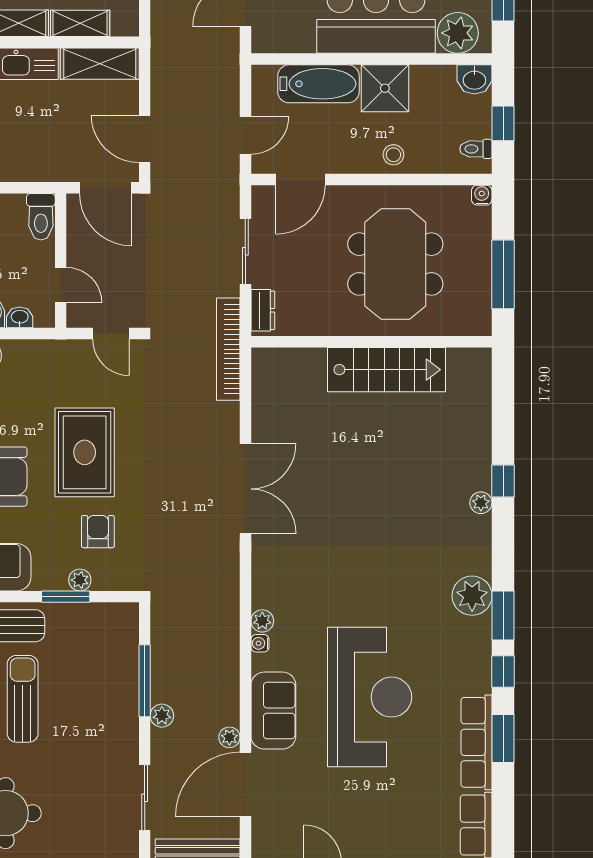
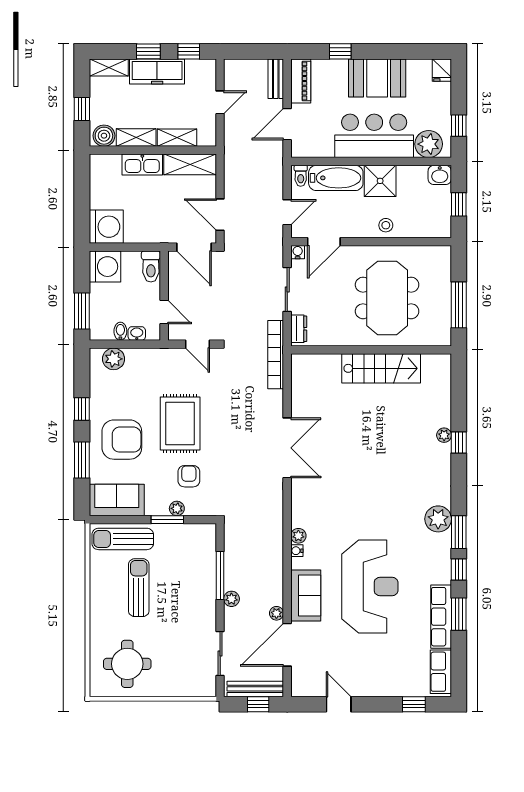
toilet: (476, 149) -> (301, 176), moved, turned -90
water cooler: (482, 195) -> (298, 252), moved
plant: (481, 503) -> (444, 435), moved

